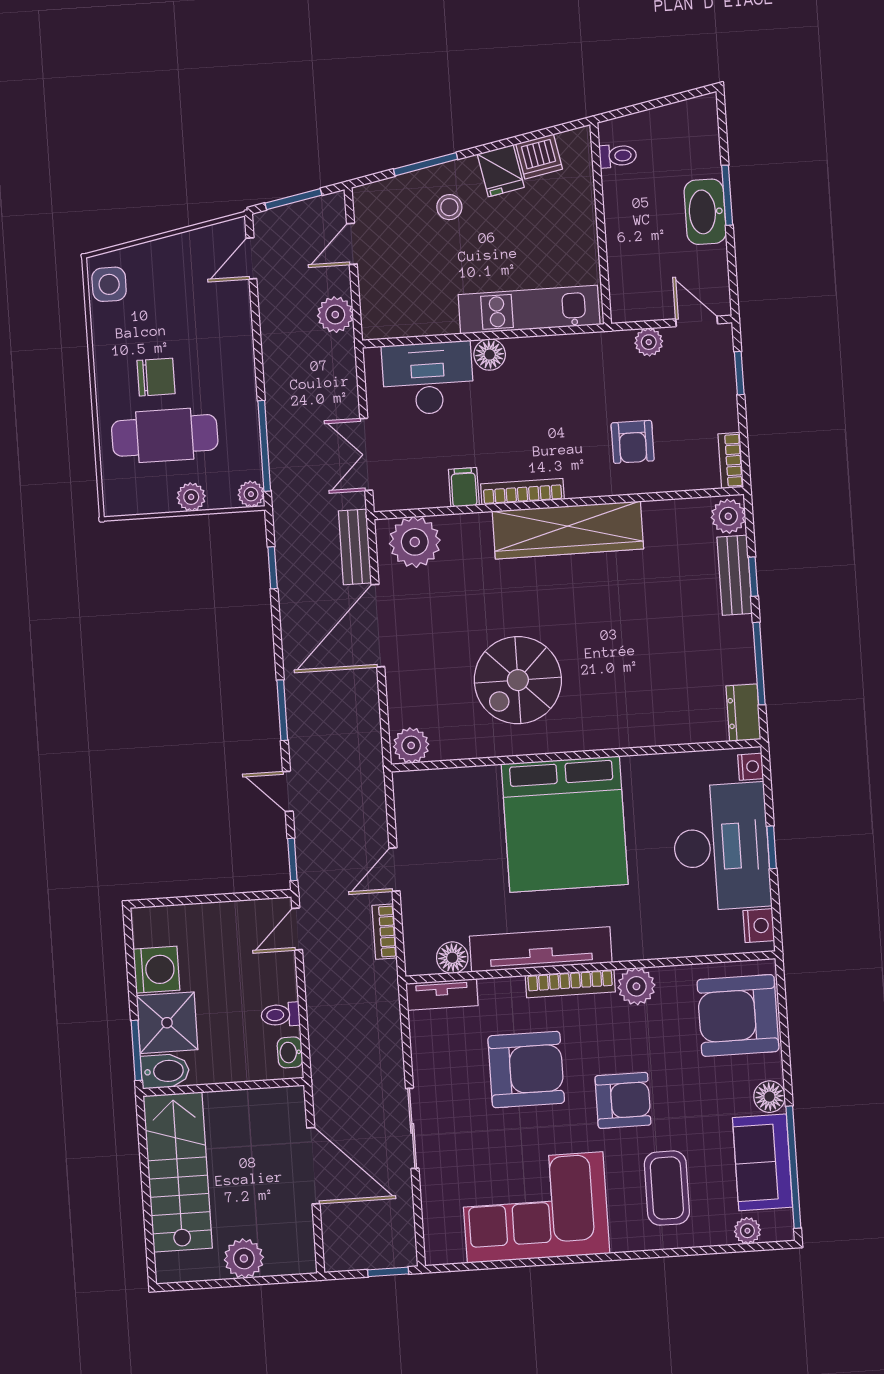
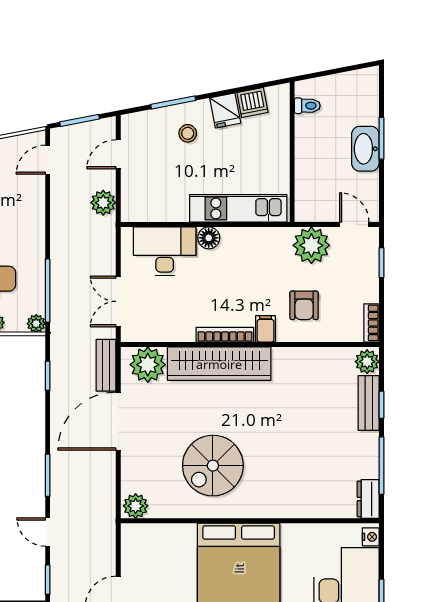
plant: (649, 342) -> (311, 245), width x1.87, depth x1.87
filing cabinet: (464, 487) -> (266, 329), moved
wardrobe: (568, 530) -> (219, 364), moved

